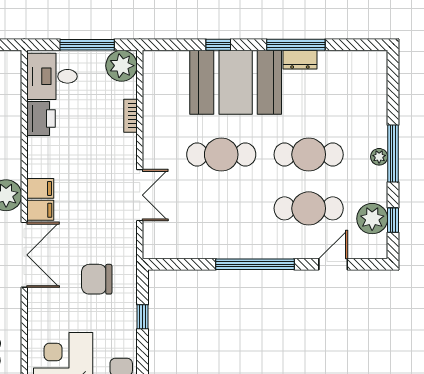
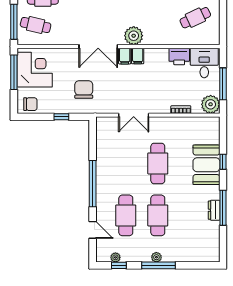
booth: (236, 82) -> (206, 165), width x0.73, depth x0.70
plant: (372, 219) -> (115, 257), width x0.53, depth x0.53

